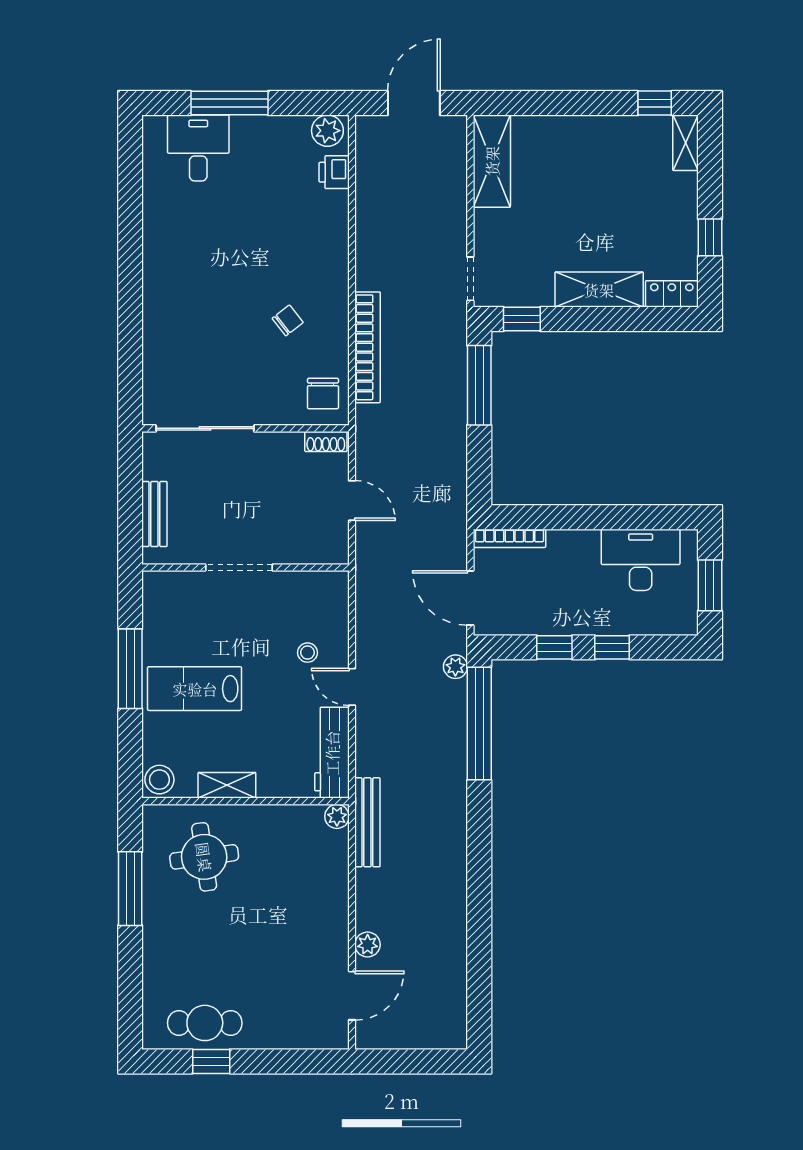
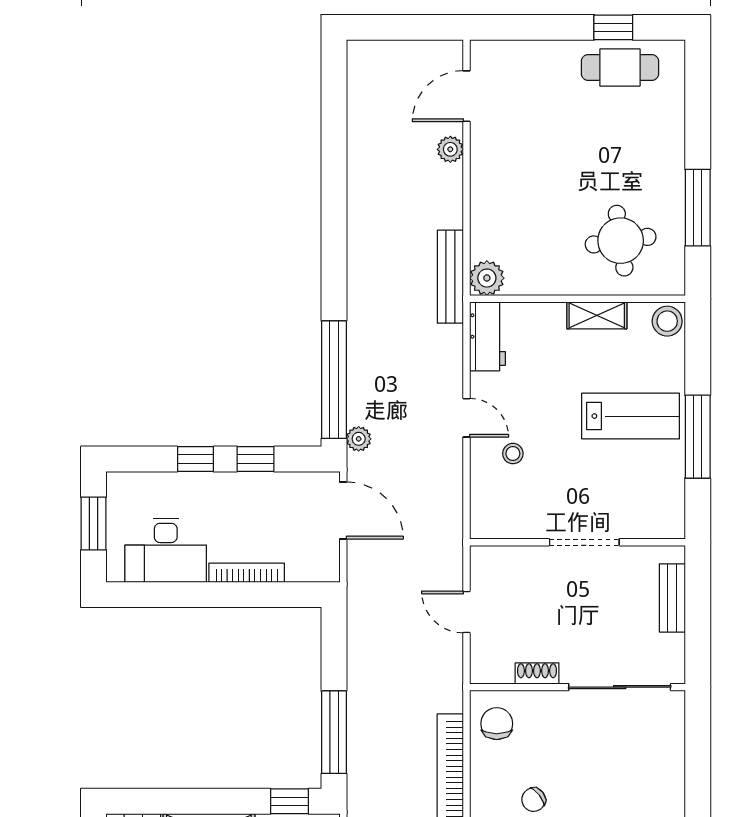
shoe rack: (326, 442) -> (537, 673), moved
bookcase: (509, 538) -> (247, 573), moved
workbench: (332, 753) -> (487, 336), width x0.73
plant: (337, 816) -> (487, 278), width x1.38, depth x1.38

